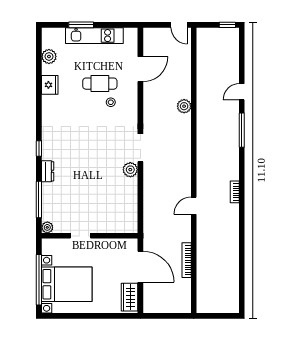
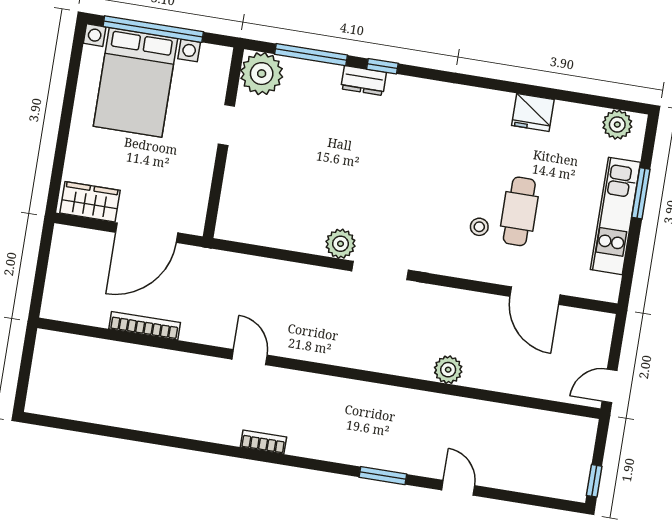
plant: (49, 56) -> (617, 125), moved
window: (242, 130) -> (383, 476), width x0.69
window: (39, 149) -> (382, 66), moved
plant: (47, 227) -> (262, 74), width x1.88, depth x1.88

